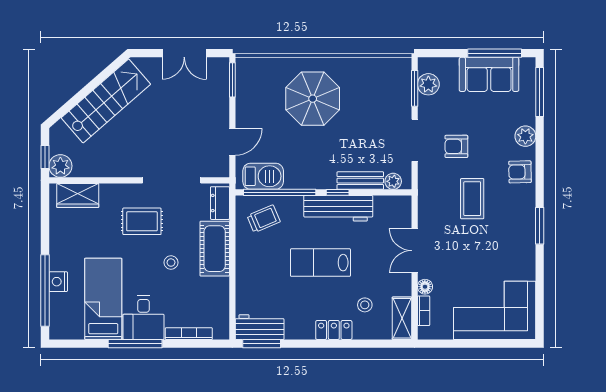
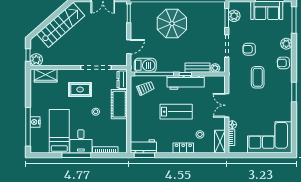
lab bench: (320, 263) -> (176, 112), turned 180

